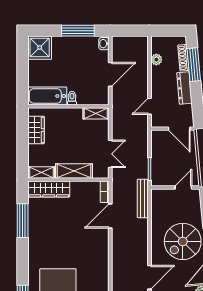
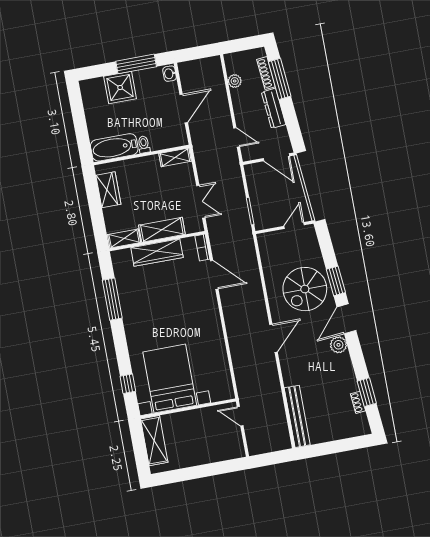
shower: (40, 48) -> (120, 88), moved
door: (149, 106) -> (237, 137), swing flipped
wardrobe: (49, 189) -> (157, 253), moved
bench: (143, 198) -> (249, 247), removed
door: (110, 216) -> (214, 275), swing flipped

